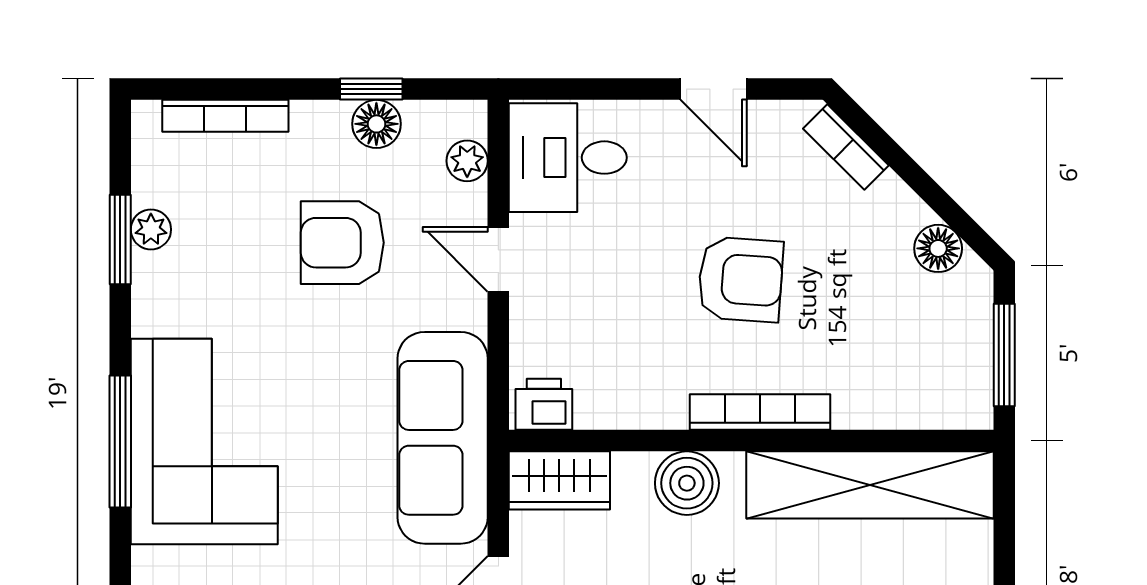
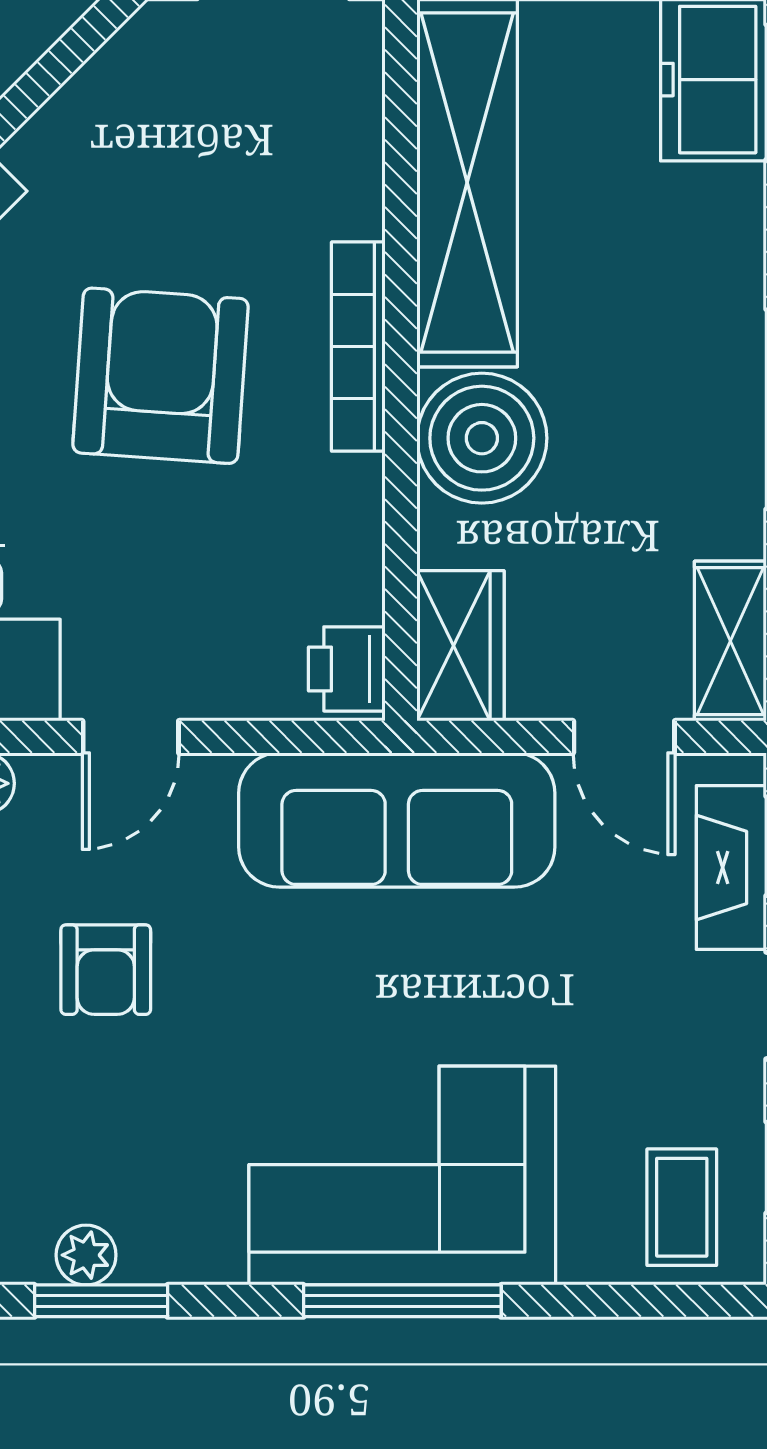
armchair: (342, 243) -> (106, 970), width x0.72, depth x0.72
floor lamp: (938, 248) -> (114, 81), removed
armchair: (740, 279) -> (161, 376), width x1.36, depth x1.36
boiler: (687, 483) -> (482, 438), width x1.37, depth x1.37

